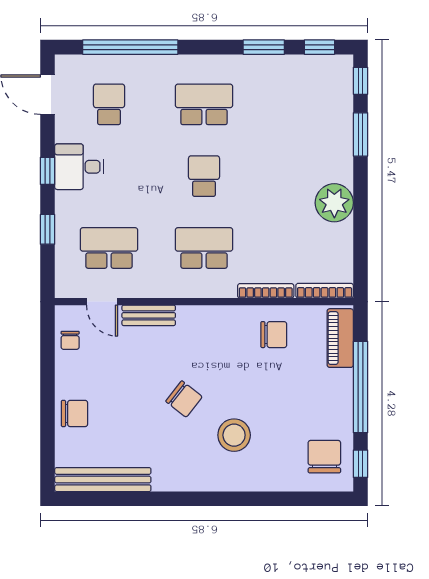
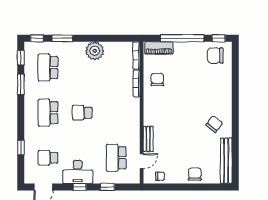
window: (130, 47) -> (21, 148), width x0.32
desk: (79, 167) -> (78, 172), width x1.37
school desk: (204, 248) -> (48, 68), moved
chair: (184, 399) -> (214, 124), moved
stool: (234, 435) -> (205, 98), removed

